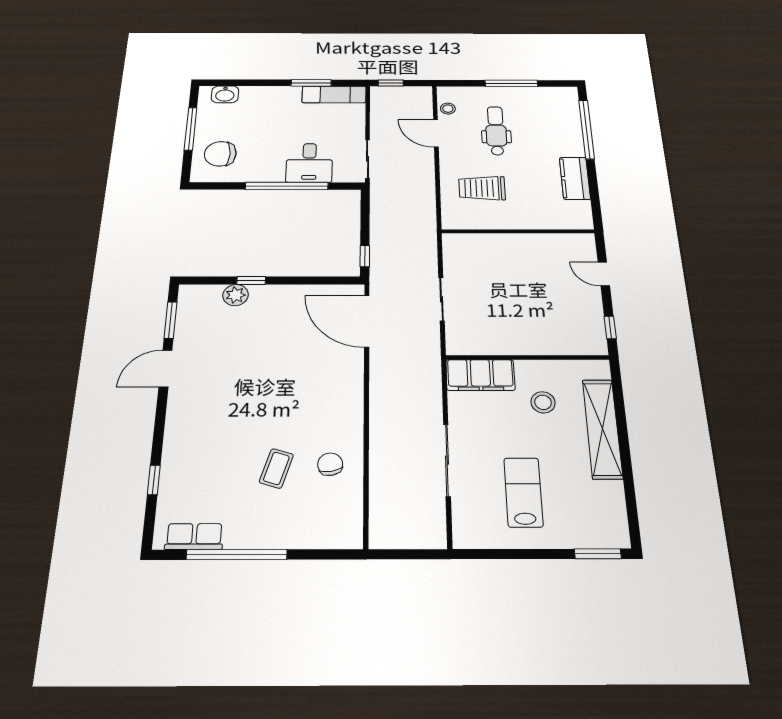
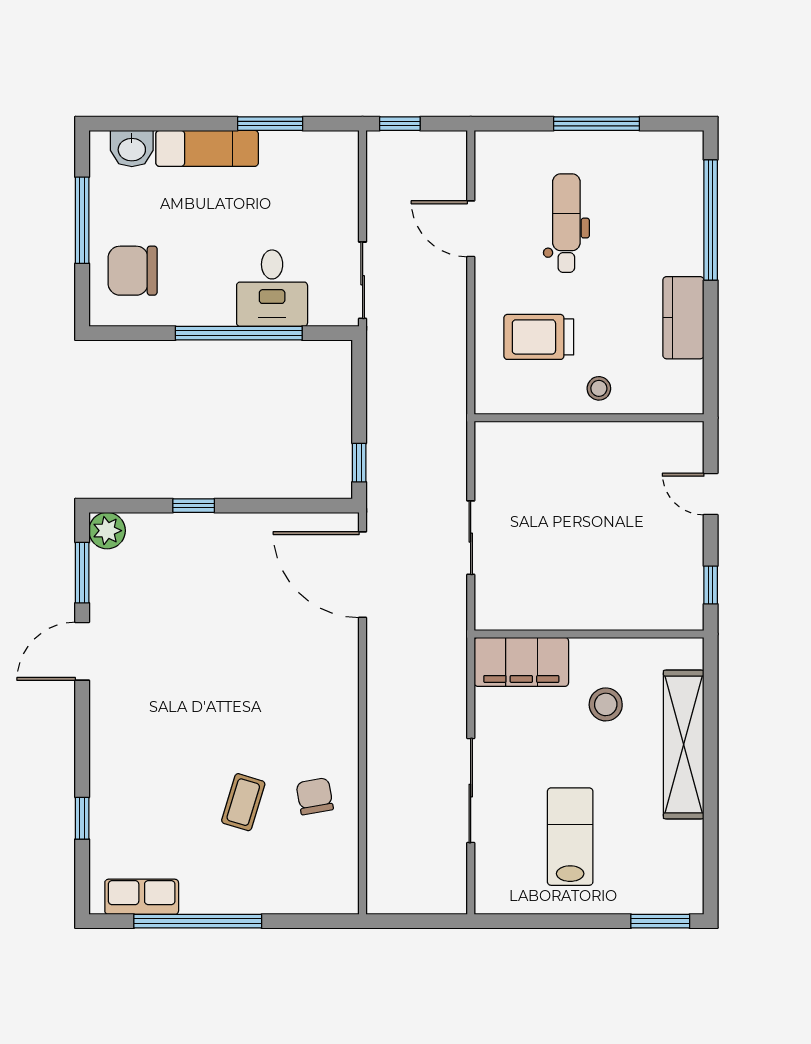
exam couch: (334, 94) -> (207, 148), moved
stool: (448, 109) -> (599, 388), moved
plant: (236, 295) -> (107, 531), moved

